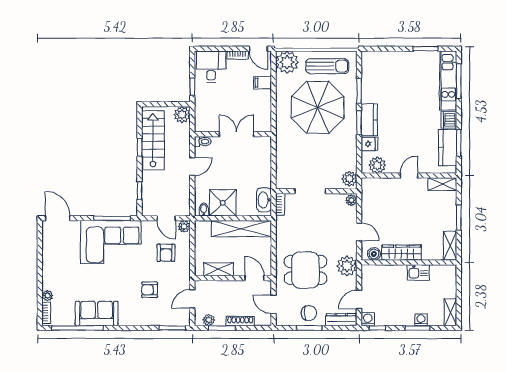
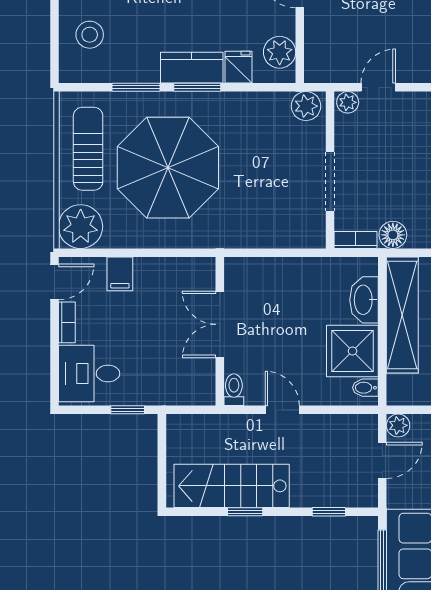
stool: (386, 67) -> (90, 35), added
plant: (182, 115) -> (182, 430), removed
washbasin: (264, 200) -> (364, 300), moved, turned 90
floor lamp: (283, 224) -> (393, 235), added
door: (359, 232) -> (378, 87), moved

